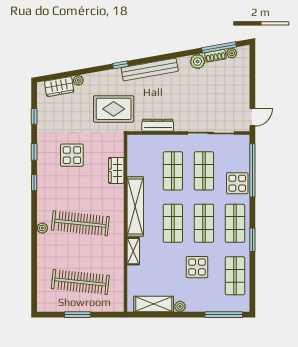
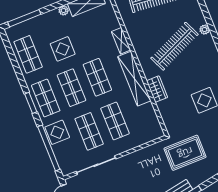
dresser: (158, 125) -> (143, 154), removed
wardrobe: (116, 170) -> (157, 89), moved
clothes rail: (80, 223) -> (174, 46), turned -30
window: (252, 240) -> (31, 103), moved

